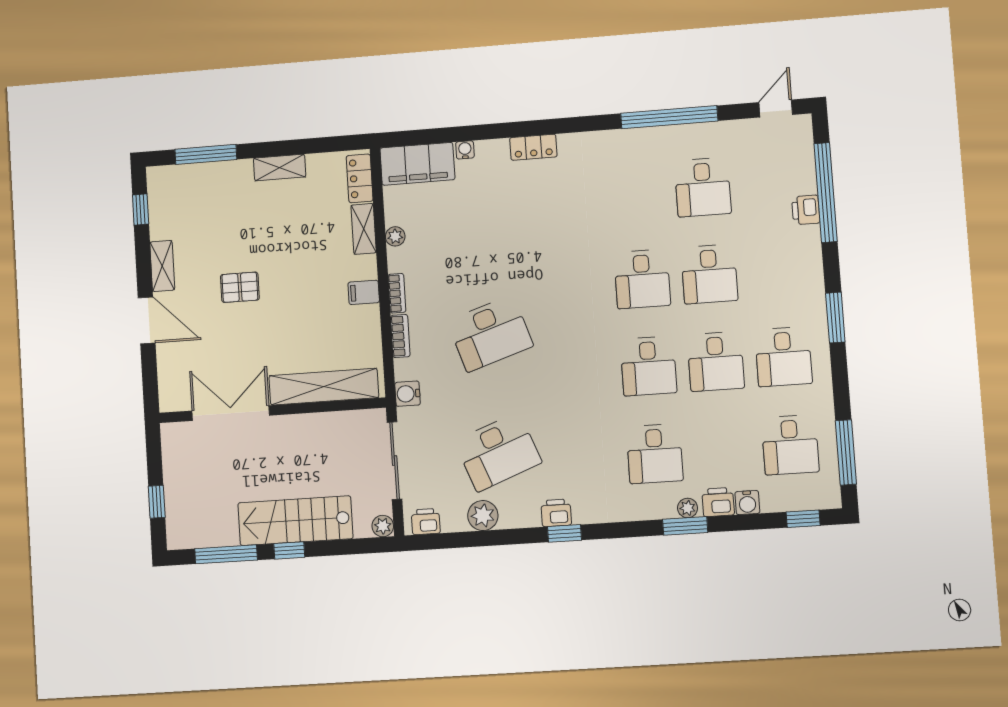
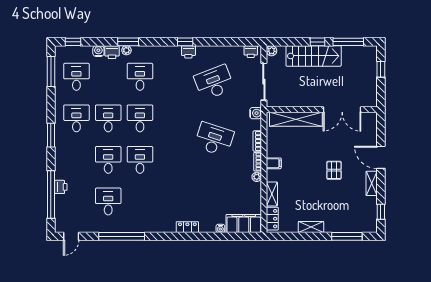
plant: (395, 236) -> (257, 177), moved
pallet: (240, 287) -> (334, 170), turned 90
desk: (490, 333) -> (214, 139), turned 36
plant: (483, 516) -> (223, 53), removed

